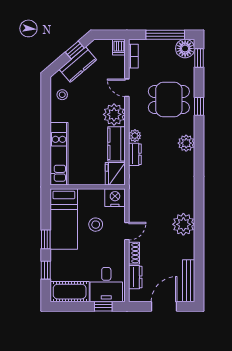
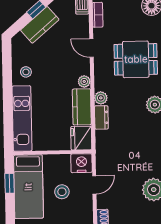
stool: (62, 95) -> (26, 72), moved
plant: (114, 114) -> (84, 81), width x0.53, depth x0.53
door: (127, 231) -> (94, 185), moved
window: (46, 239) -> (9, 183), moved

